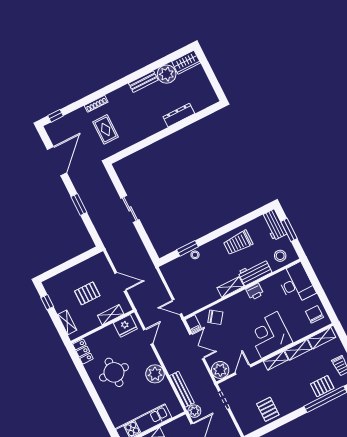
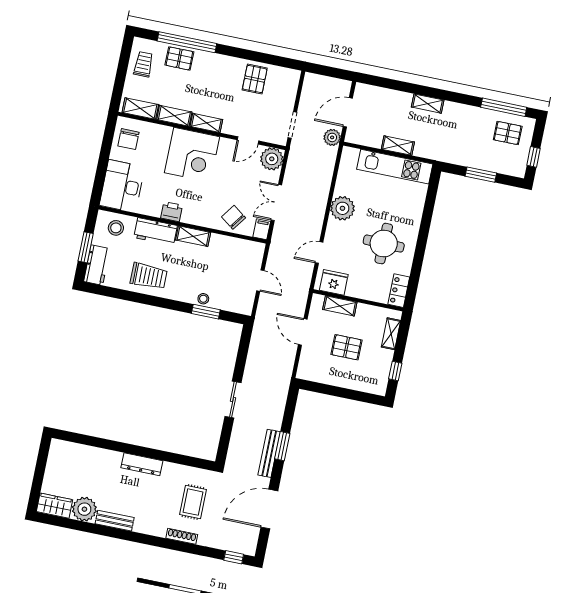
dresser: (179, 115) -> (142, 464), moved
door: (177, 307) -> (260, 281), moved
bench: (182, 389) -> (269, 453), moved

